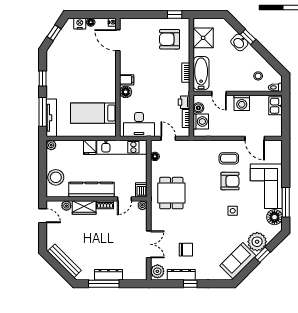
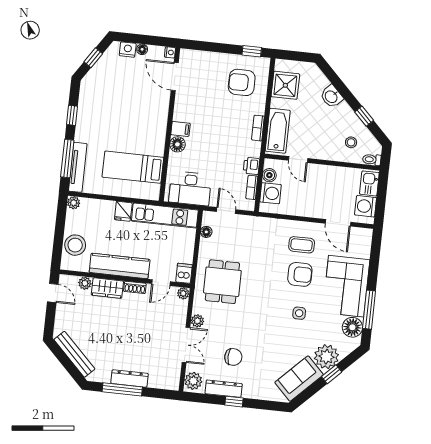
window: (248, 37) -> (364, 116), moved
washing machine: (242, 103) -> (366, 206), moved, turned 90
plant: (156, 225) -> (197, 321), added

